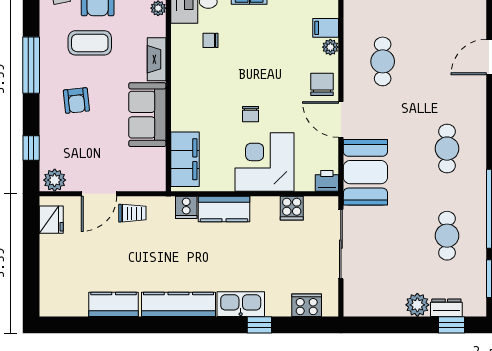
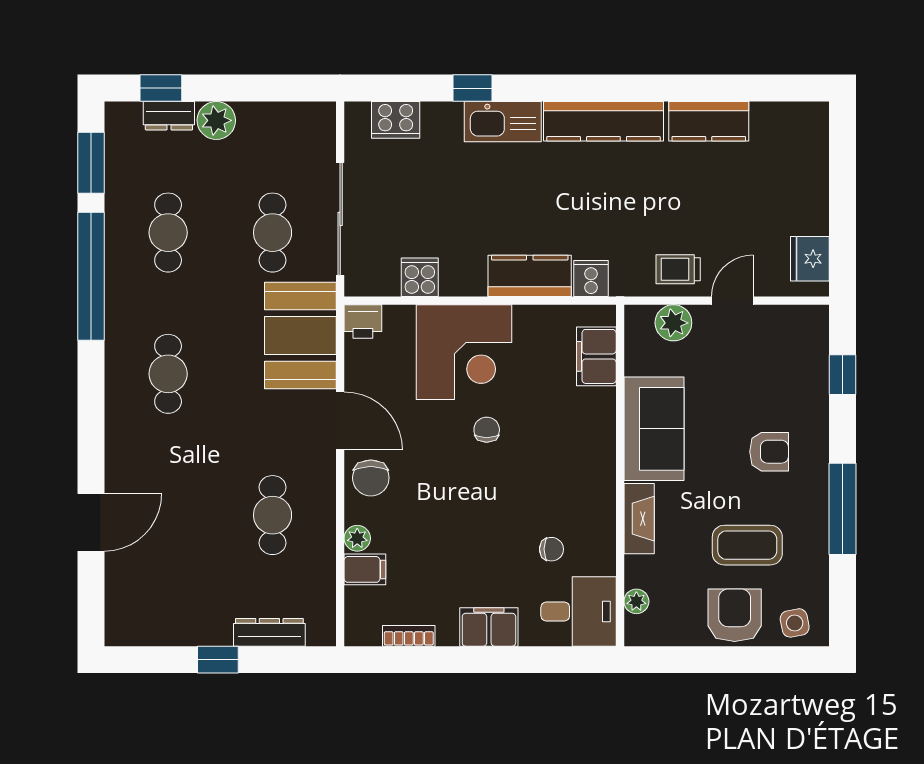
armchair: (76, 100) -> (769, 452), turned 96
filing cabinet: (185, 159) -> (596, 356), width x0.67, depth x0.86
plant: (55, 180) -> (673, 323), moved
door: (99, 194) -> (732, 301), width x0.73
cafe table: (383, 236) -> (273, 233), added

